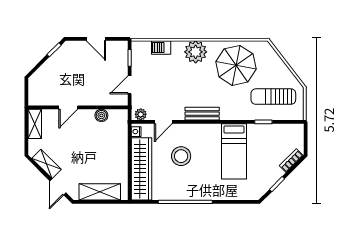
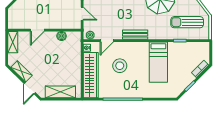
door: (130, 85) -> (82, 14), swing flipped

